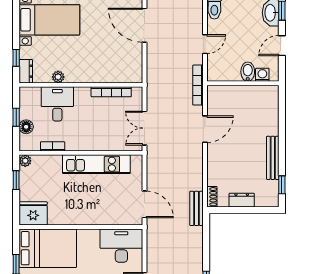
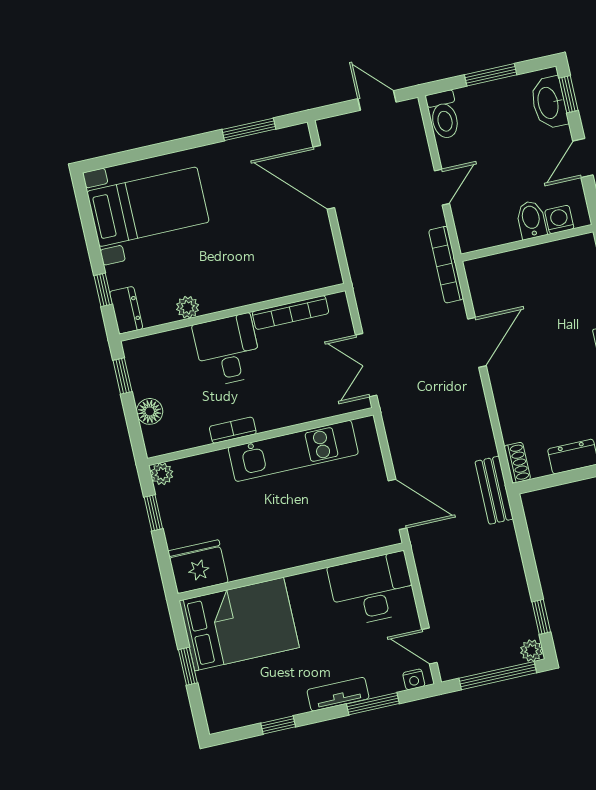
desk: (57, 104) -> (228, 350), moved
window: (16, 117) -> (122, 376), moved
bookcase: (53, 146) -> (233, 430), moved

